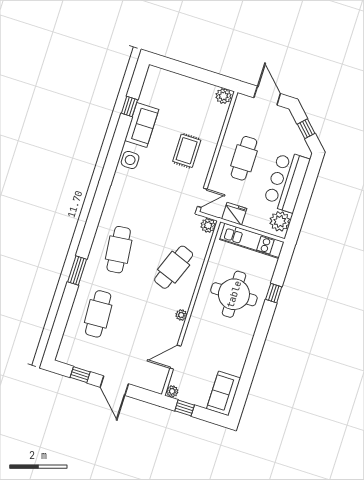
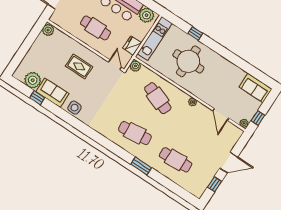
plant: (151, 94) -> (33, 80), added

